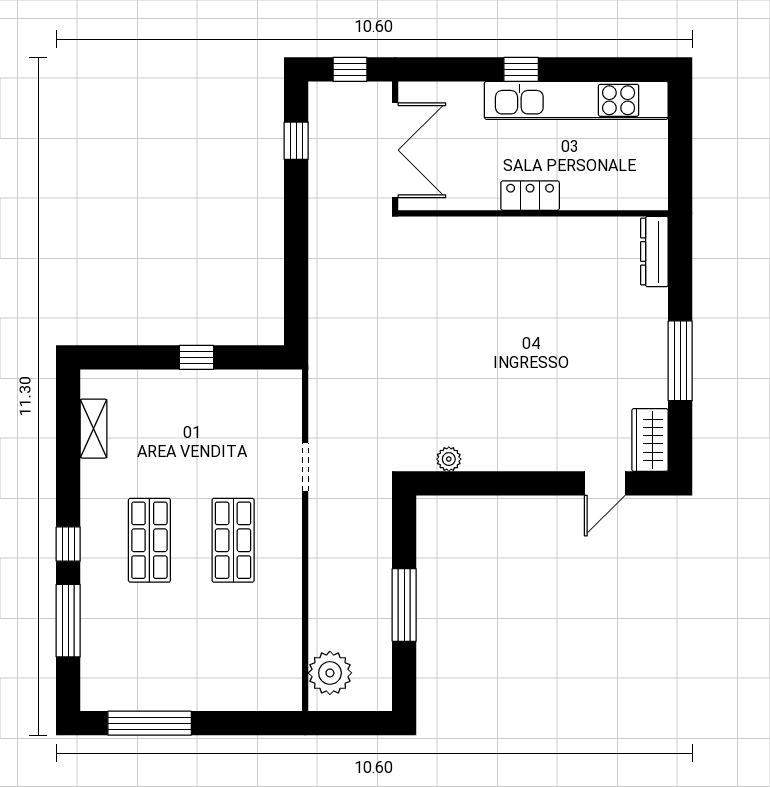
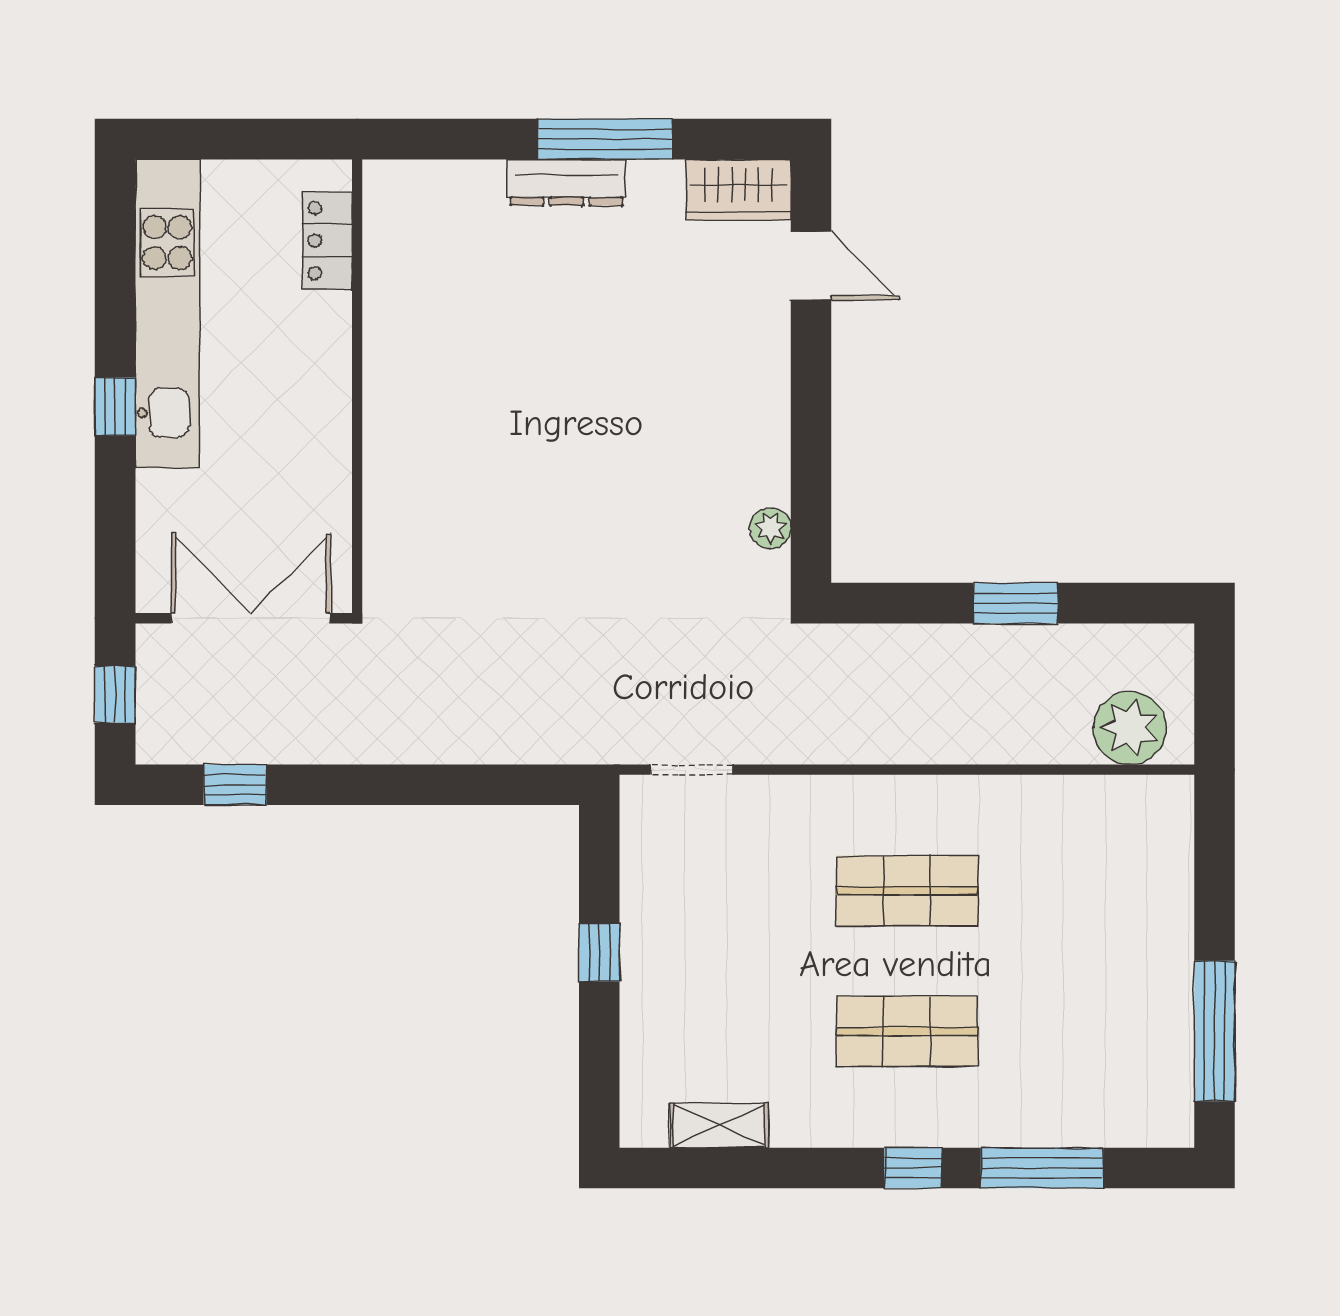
locker: (530, 196) -> (327, 241), moved
dresser: (654, 252) -> (566, 183), moved
doorway: (305, 467) -> (691, 770), moved
window: (404, 605) -> (1016, 603), width x0.69

